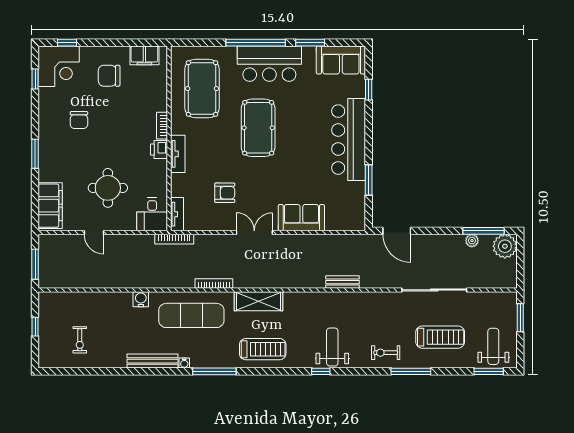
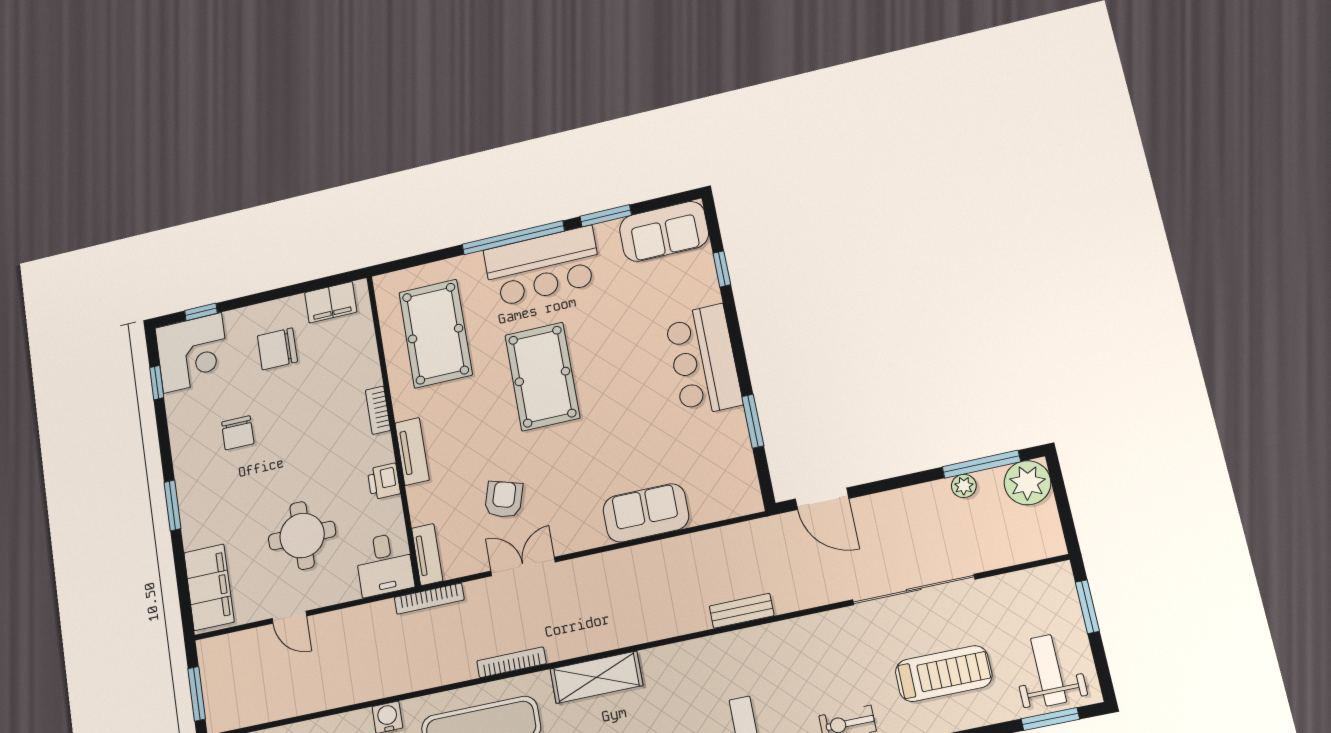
bar counter: (349, 140) -> (704, 360), width x0.73
printer: (159, 150) -> (384, 481), moved
armchair: (225, 193) -> (504, 499), turned -73
double door: (254, 233) -> (523, 567), moved

